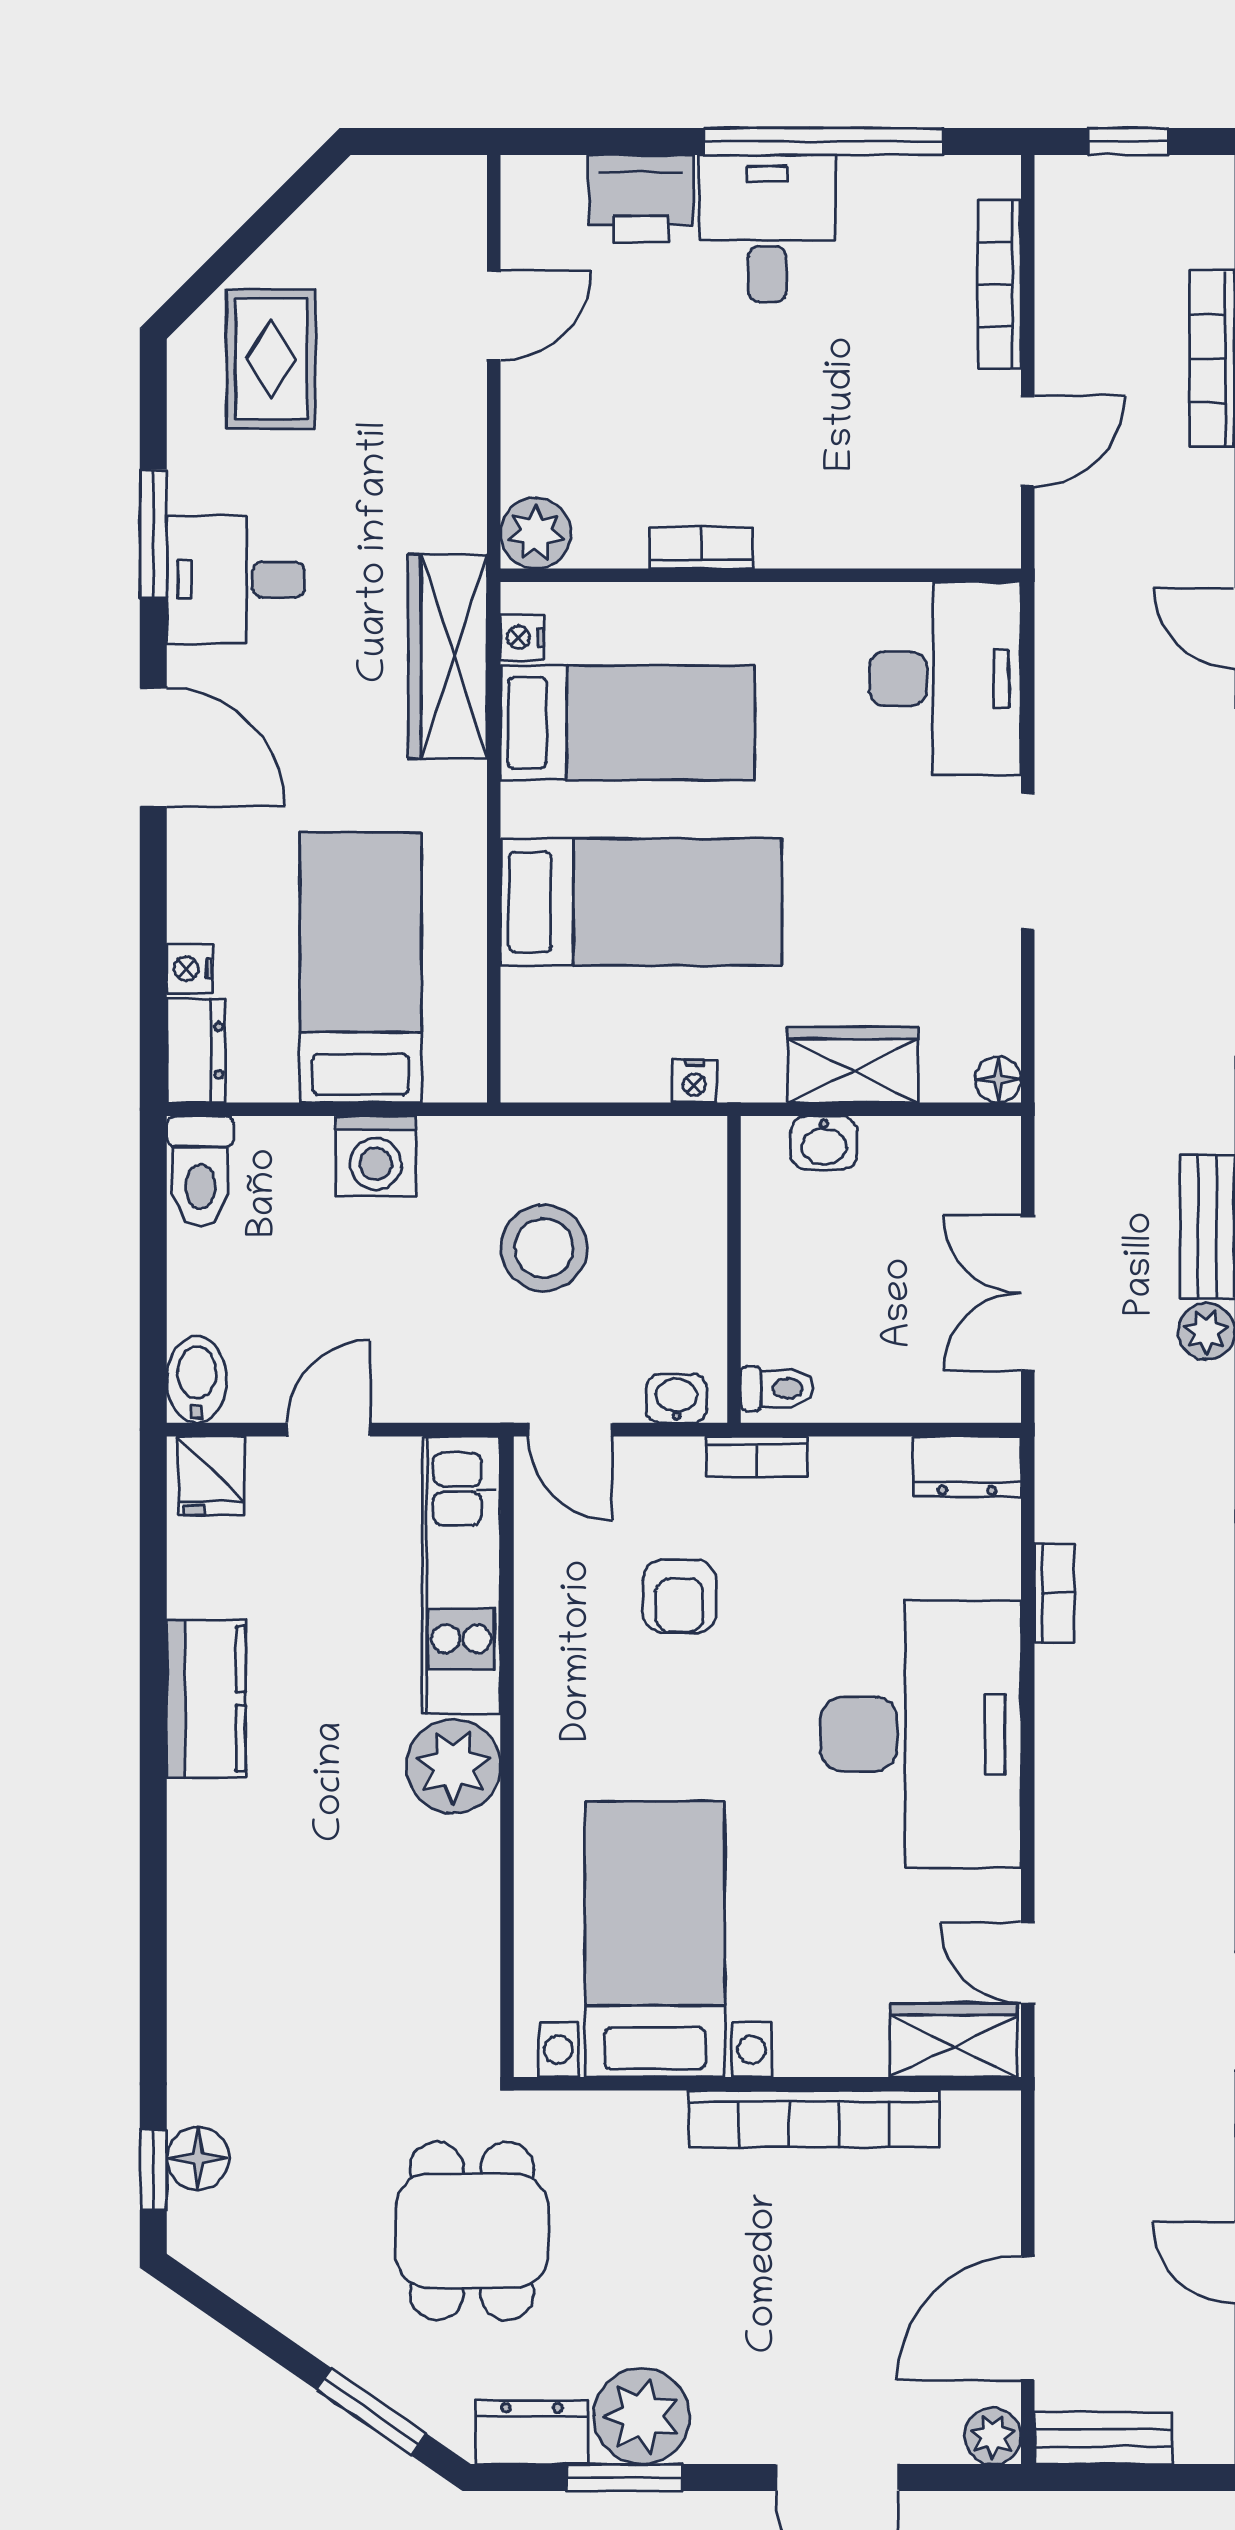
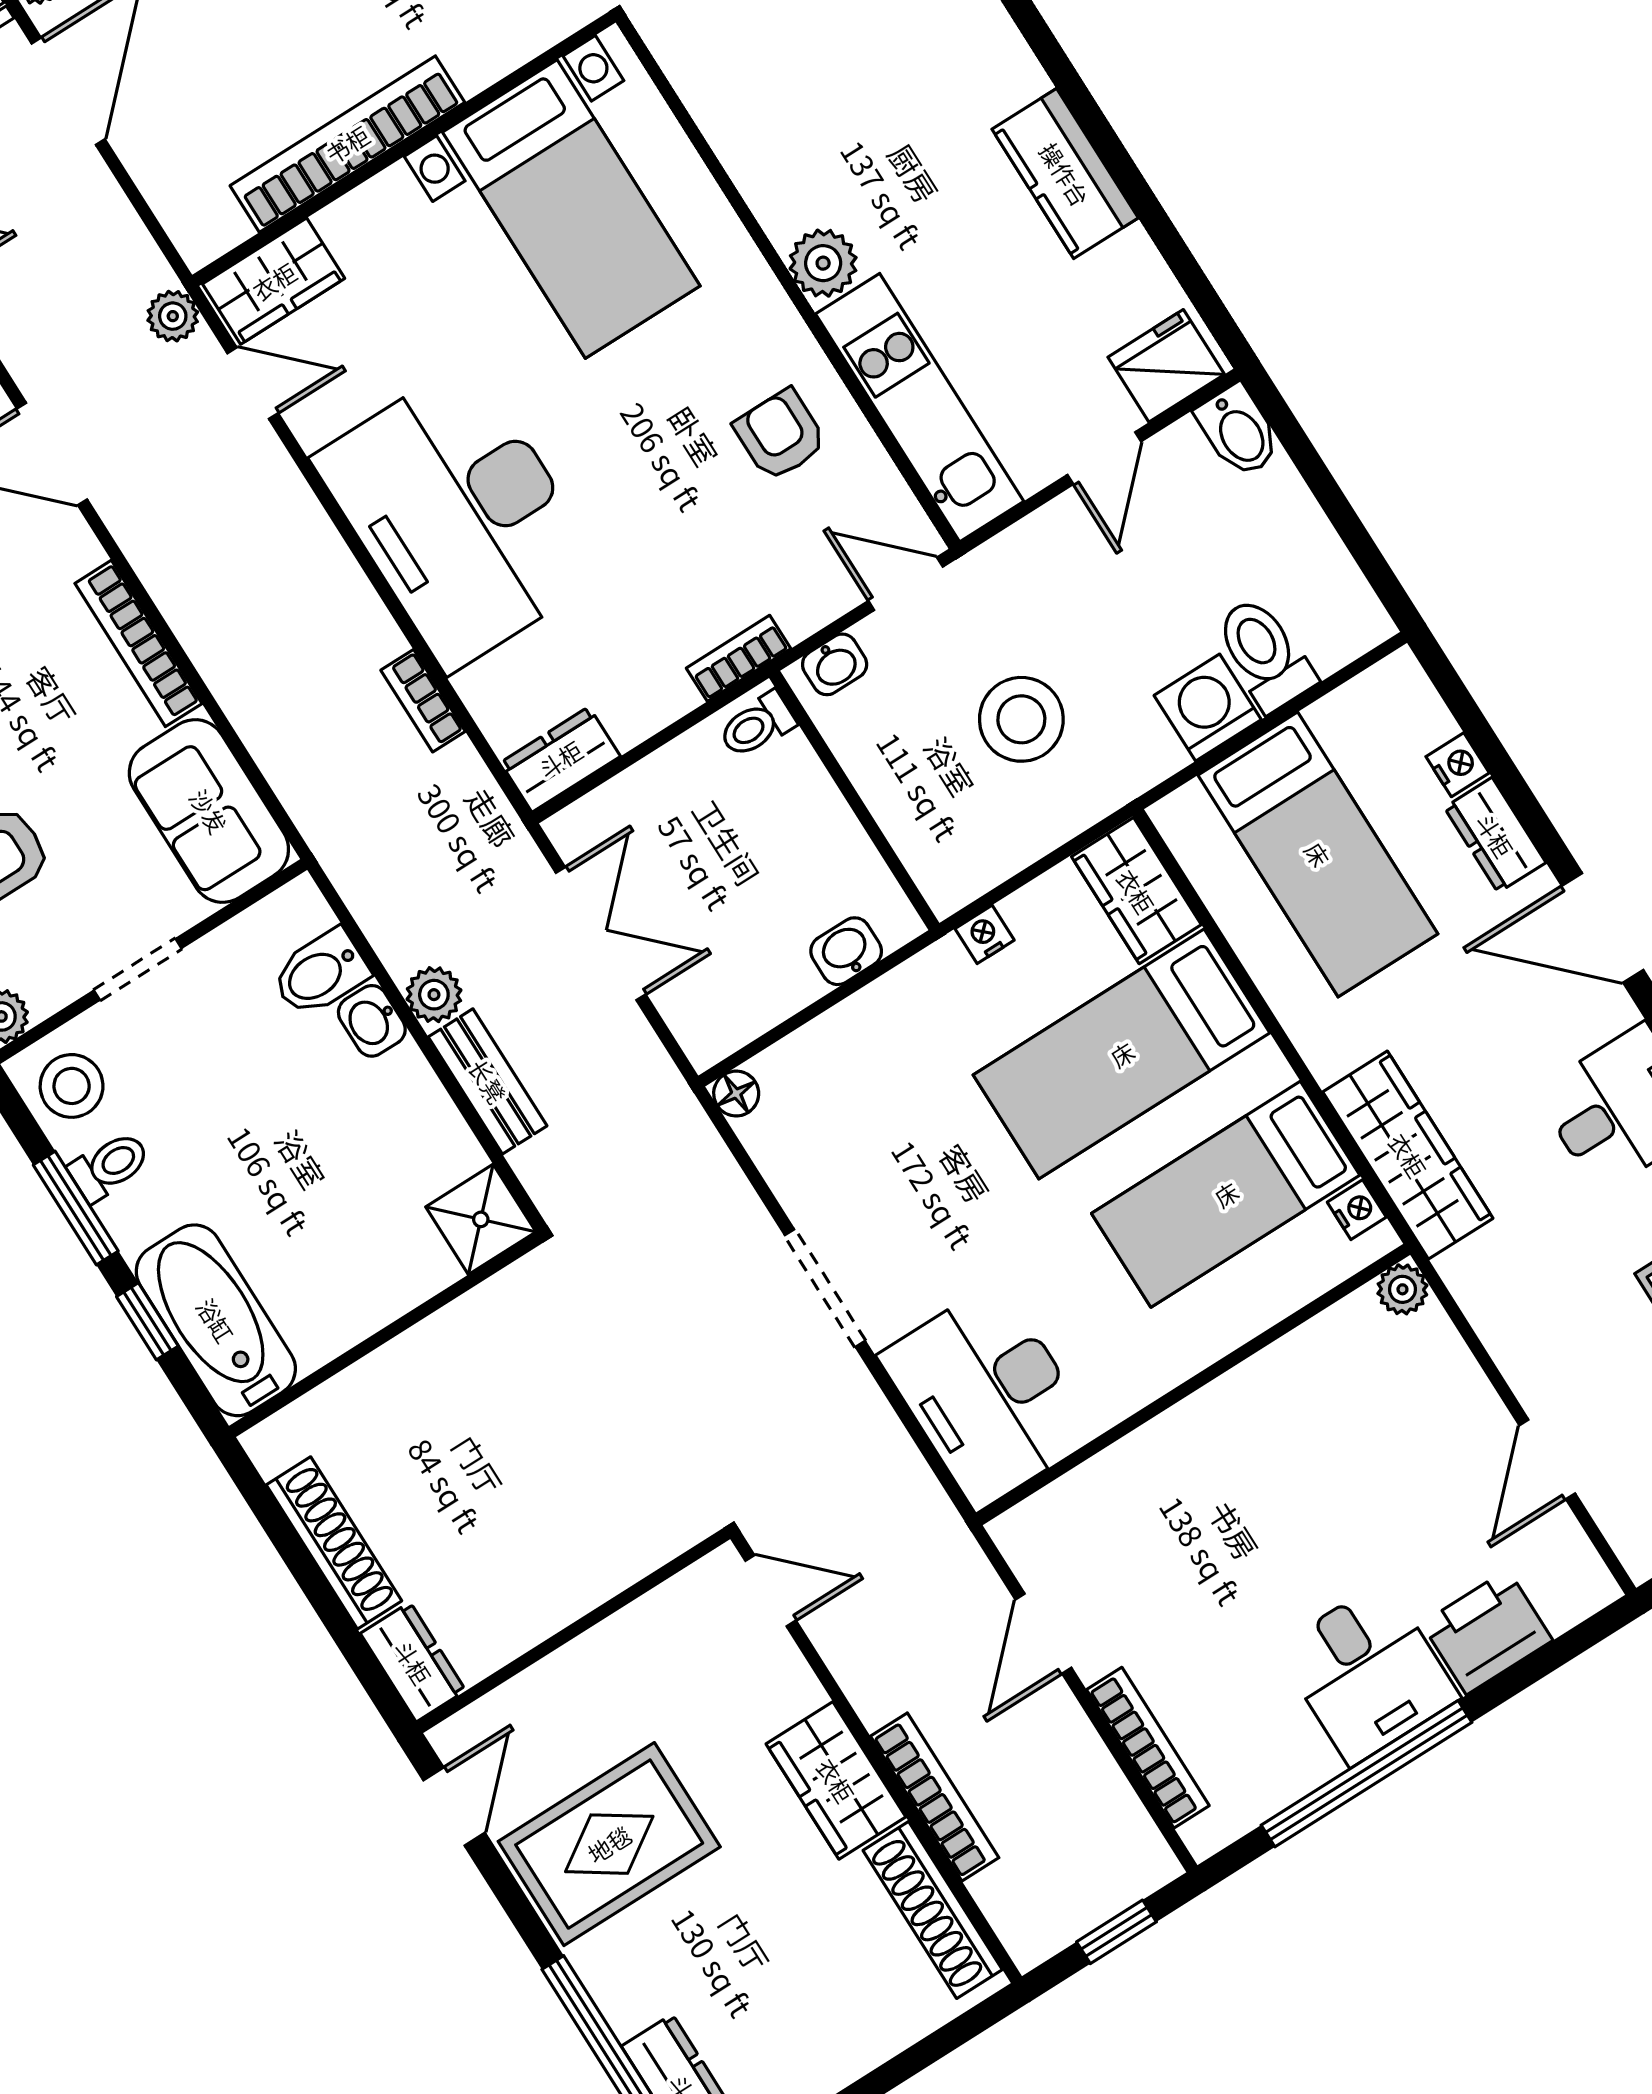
plant: (536, 533) -> (1402, 1289), width x0.73, depth x0.73
bookcase: (701, 548) -> (1256, 1376), removed
dresser: (196, 1051) -> (1495, 835), moved
wardrobe: (853, 1065) -> (1136, 891), moved, turned 90
toilet: (200, 1171) -> (1265, 654), moved
fridge: (211, 1476) -> (1166, 366), width x1.38
armchair: (679, 1596) -> (780, 435), moved
plant: (453, 1766) -> (823, 263), width x0.73, depth x0.73
plant: (1060, 2065) -> (173, 316), added

